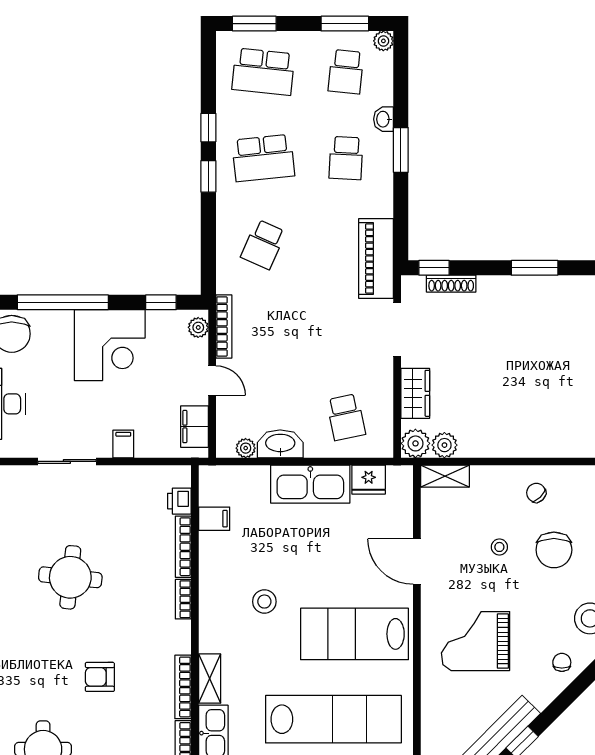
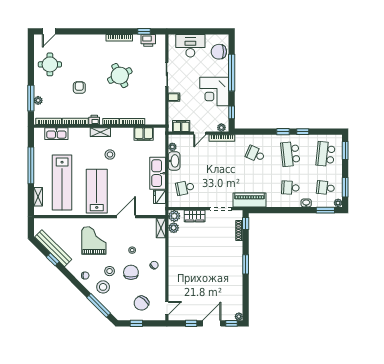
window: (401, 150) -> (325, 210), moved
printer: (179, 501) -> (94, 120), moved
filing cabinet: (214, 519) -> (144, 134), width x2.00
chair: (554, 550) -> (131, 272), turned 90
round table: (70, 577) -> (120, 76), turned -33
stool: (551, 602) -> (110, 271), added
shelving: (210, 679) -> (100, 132), moved

